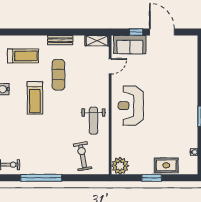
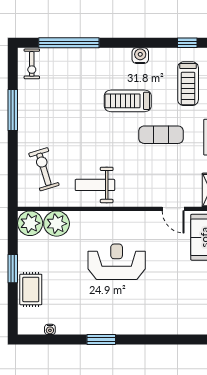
reception desk: (131, 106) -> (117, 262), moved
plant: (120, 147) -> (57, 224), added
exercise bike: (83, 156) -> (44, 169), turned -97
window: (41, 178) -> (13, 110), width x0.68

